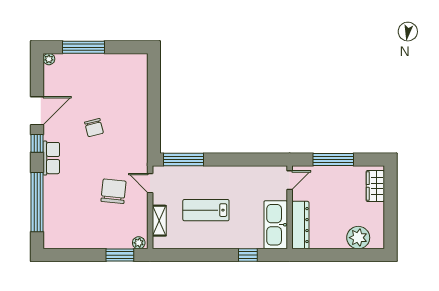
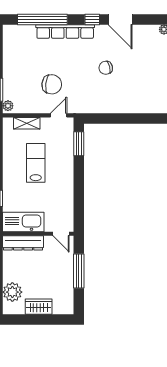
row of seats: (51, 158) -> (65, 32), width x2.02
window: (183, 159) -> (79, 144), width x0.69
wardrobe: (375, 186) -> (39, 307), moved

